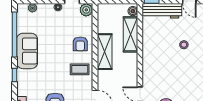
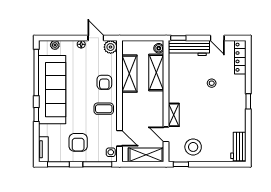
sofa: (27, 51) -> (52, 90), width x1.85, depth x1.27
shelving: (105, 52) -> (129, 74), moved
shelving: (147, 75) -> (174, 115), added

